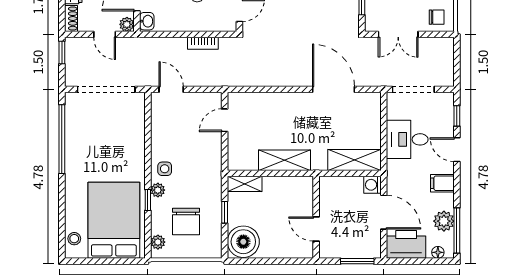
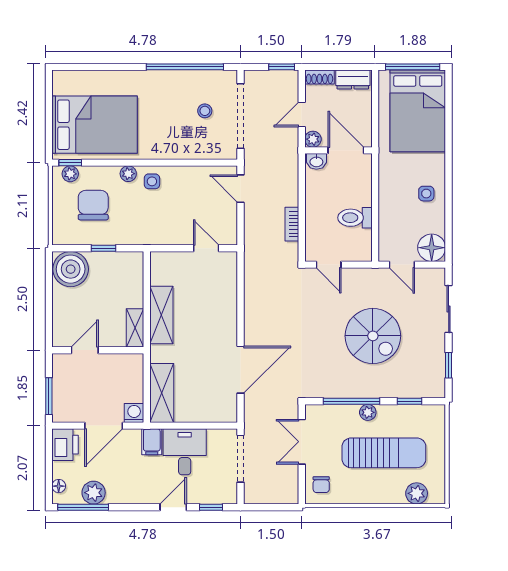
door: (171, 89) -> (241, 189), swing flipped
filing cabinet: (442, 183) -> (152, 442), moved, turned 180
shelving: (245, 184) -> (135, 328), moved
window: (148, 200) -> (70, 163), moved
chair: (186, 221) -> (93, 205), turned 90
stool: (74, 239) -> (205, 111), moved
printer: (406, 244) -> (65, 445), width x0.73, depth x0.84

